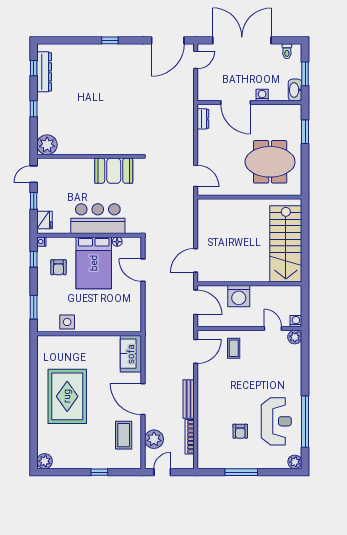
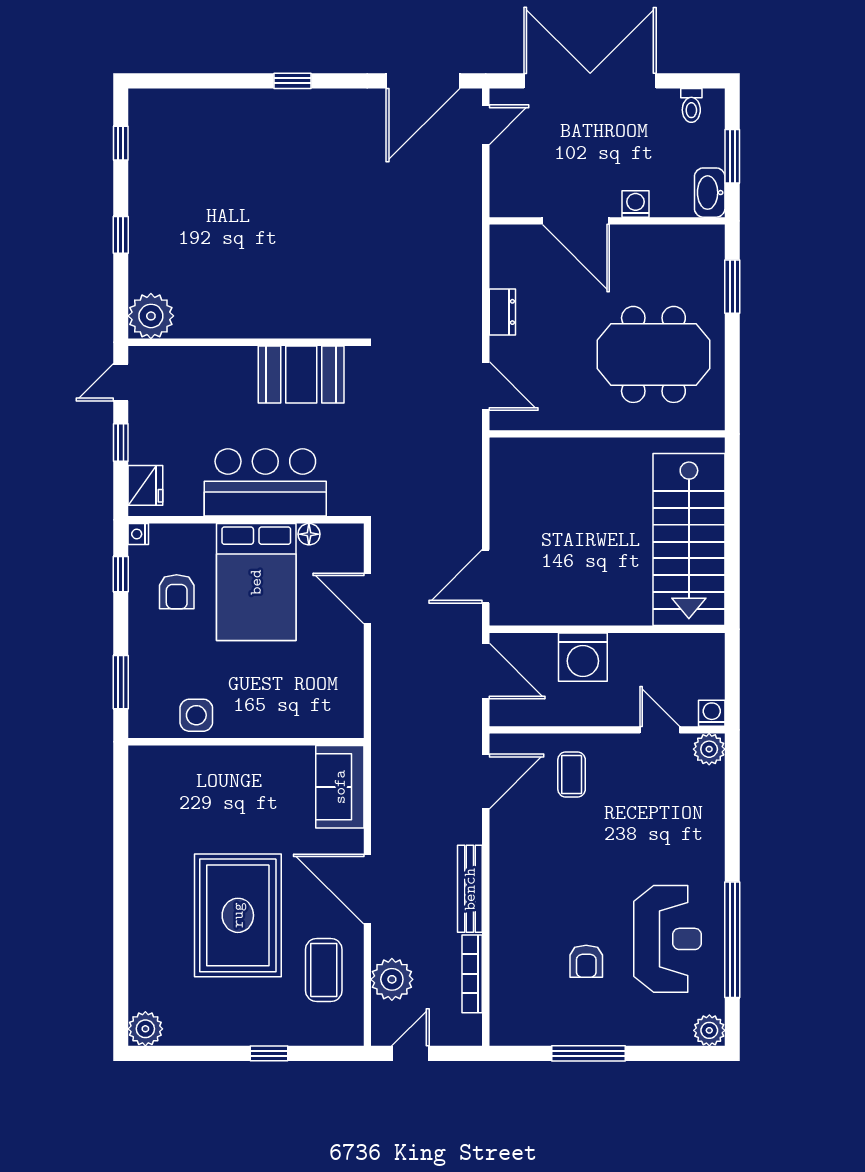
dresser: (44, 72) -> (144, 152), removed
dresser: (203, 119) -> (502, 312), moved
rug: (67, 396) -> (238, 915), moved

